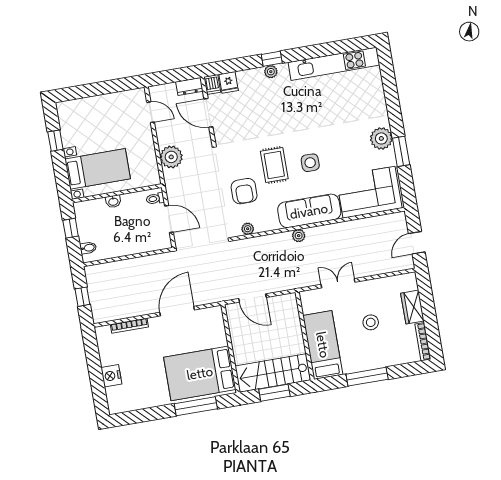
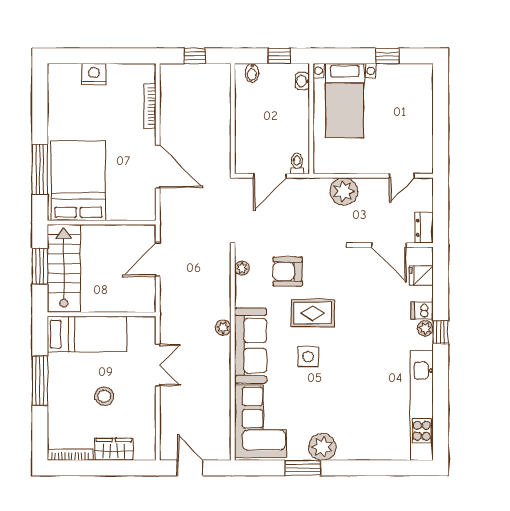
dishwasher: (212, 85) -> (422, 311), moved
door: (208, 113) -> (389, 245), swing flipped
washbasin: (113, 201) -> (302, 81), moved

